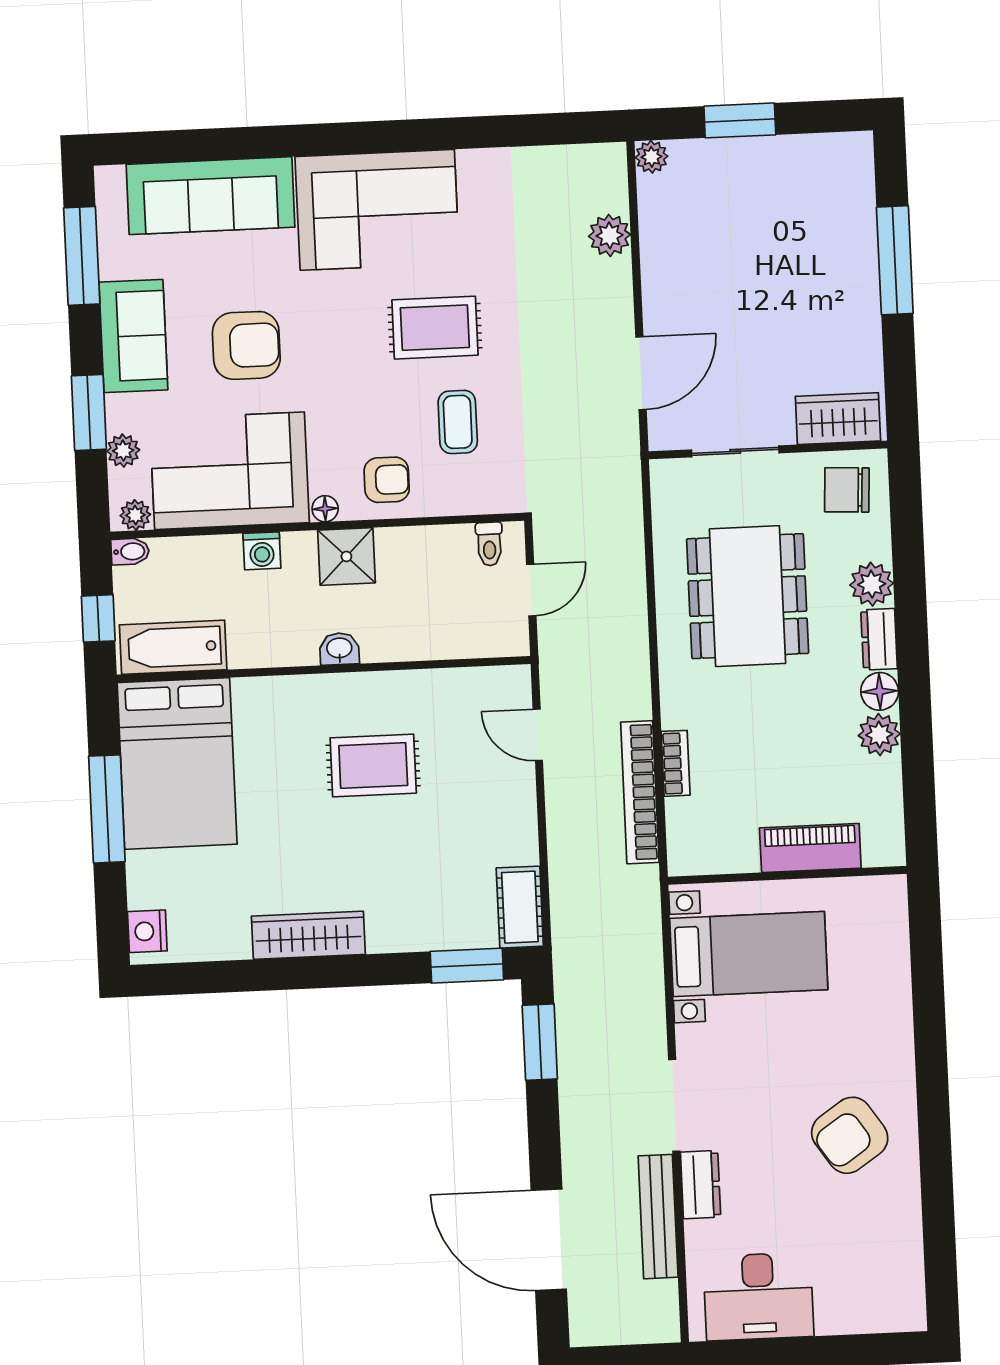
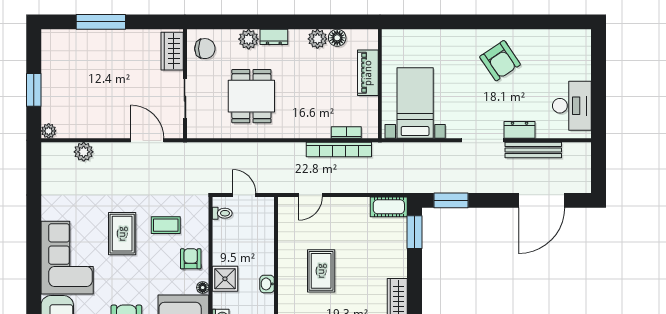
chair: (847, 490) -> (205, 49), turned -93
dining table: (748, 596) -> (251, 96), width x0.73
floor lamp: (880, 691) -> (337, 38), moved
bookcase: (676, 763) -> (346, 133), moved

